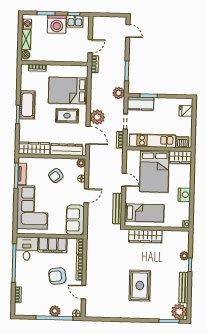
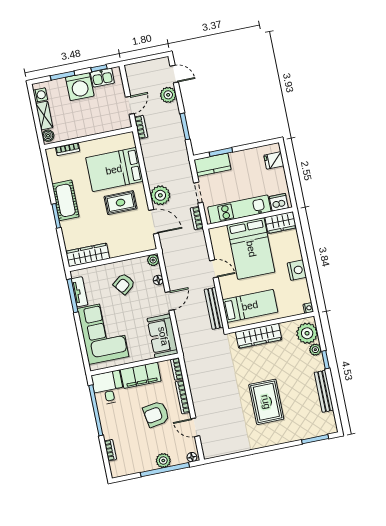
plant: (119, 93) -> (168, 95), moved
dresser: (67, 149) -> (130, 247), removed
plant: (179, 312) -> (307, 333), moved

